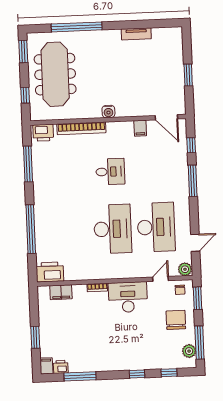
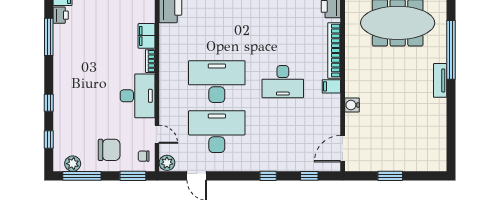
tv unit: (136, 34) -> (440, 80), moved
water cooler: (108, 112) -> (352, 105), moved
filing cabinet: (140, 128) -> (331, 86), moved
desk: (110, 172) -> (283, 82), width x1.37
window: (193, 181) -> (268, 176), width x0.46
desk: (156, 227) -> (217, 132), turned 180
desk: (113, 229) -> (217, 82), turned 180
filing cabinet: (61, 292) -> (147, 36), moved

